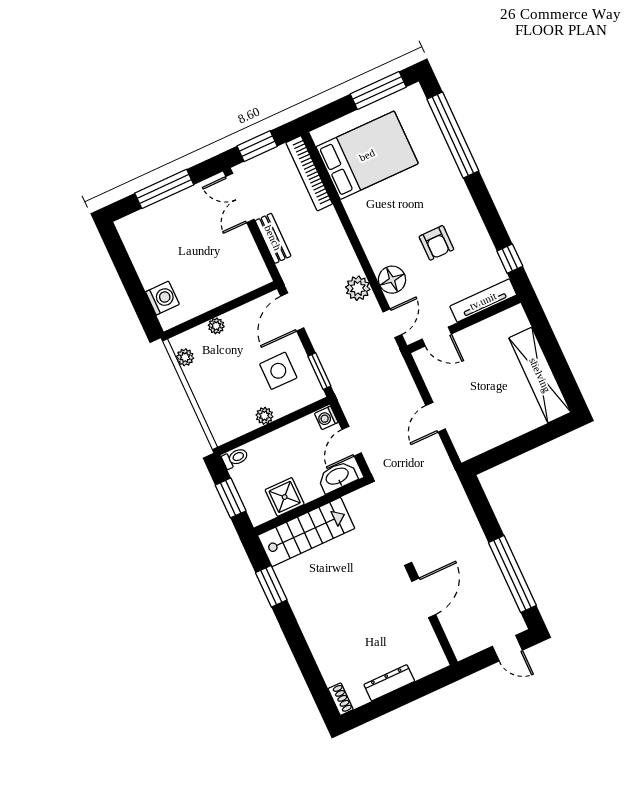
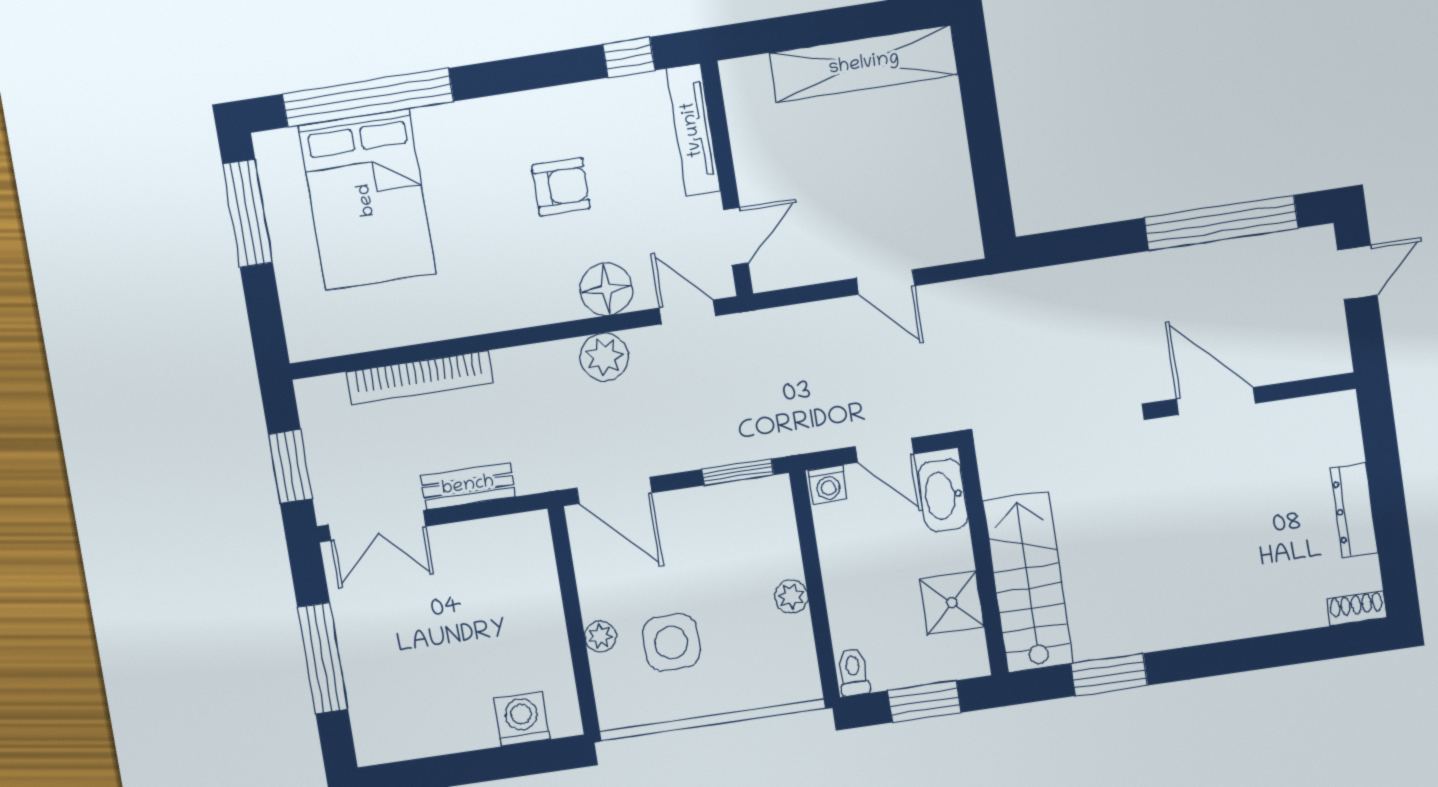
bed: (367, 155) -> (367, 200), moved, turned 180
bookcase: (309, 173) -> (420, 377), moved
plant: (185, 357) -> (642, 709), removed
side table: (278, 371) -> (671, 643), moved

